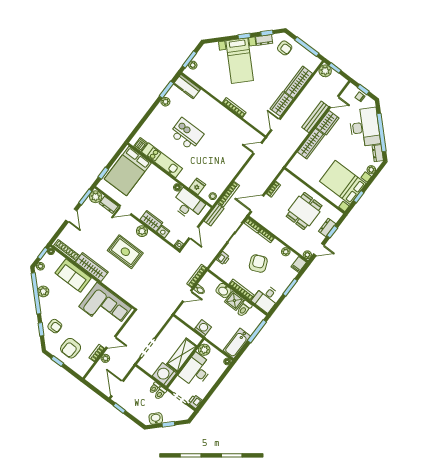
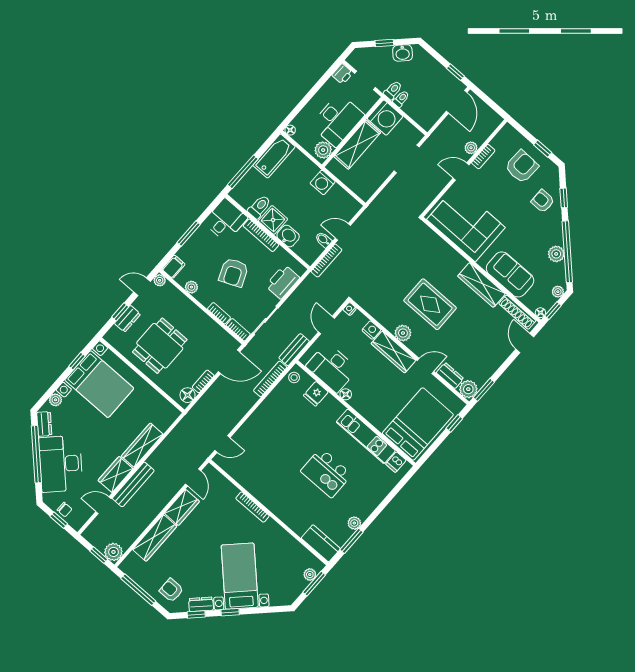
floor lamp: (283, 179) -> (188, 395), added
door: (71, 215) -> (525, 343), moved
wardrobe: (151, 221) -> (393, 352), width x1.50
printer: (223, 258) -> (283, 282), width x1.87, depth x1.48

